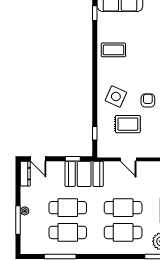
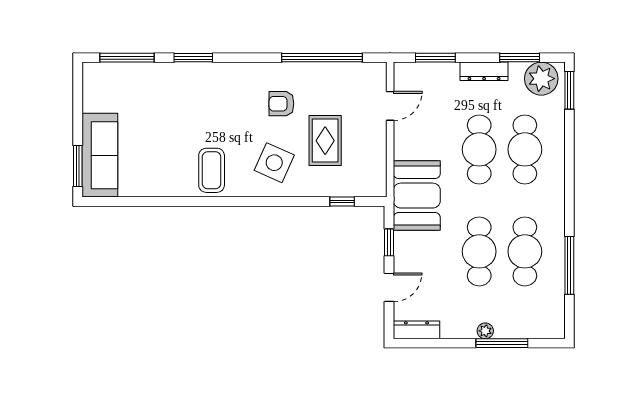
window: (95, 13) -> (120, 202), removed
coffee table: (113, 50) -> (212, 170), moved
door: (38, 159) -> (389, 287), moved
door: (128, 159) -> (390, 106), moved
booth: (84, 174) -> (417, 196), moved

